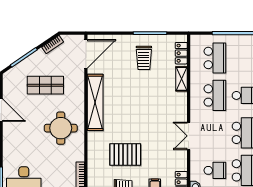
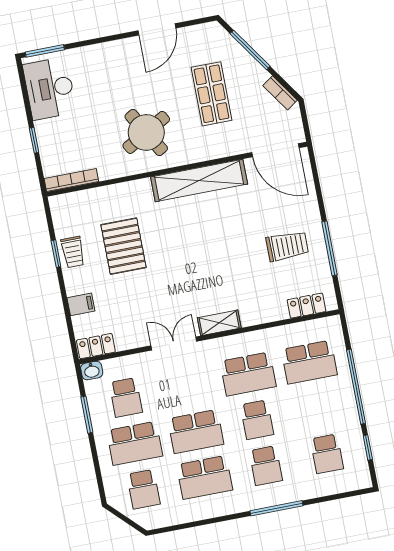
trolley: (144, 58) -> (287, 246), turned 180
shelving: (181, 79) -> (219, 323), moved
round table: (61, 128) -> (146, 132), turned -30

